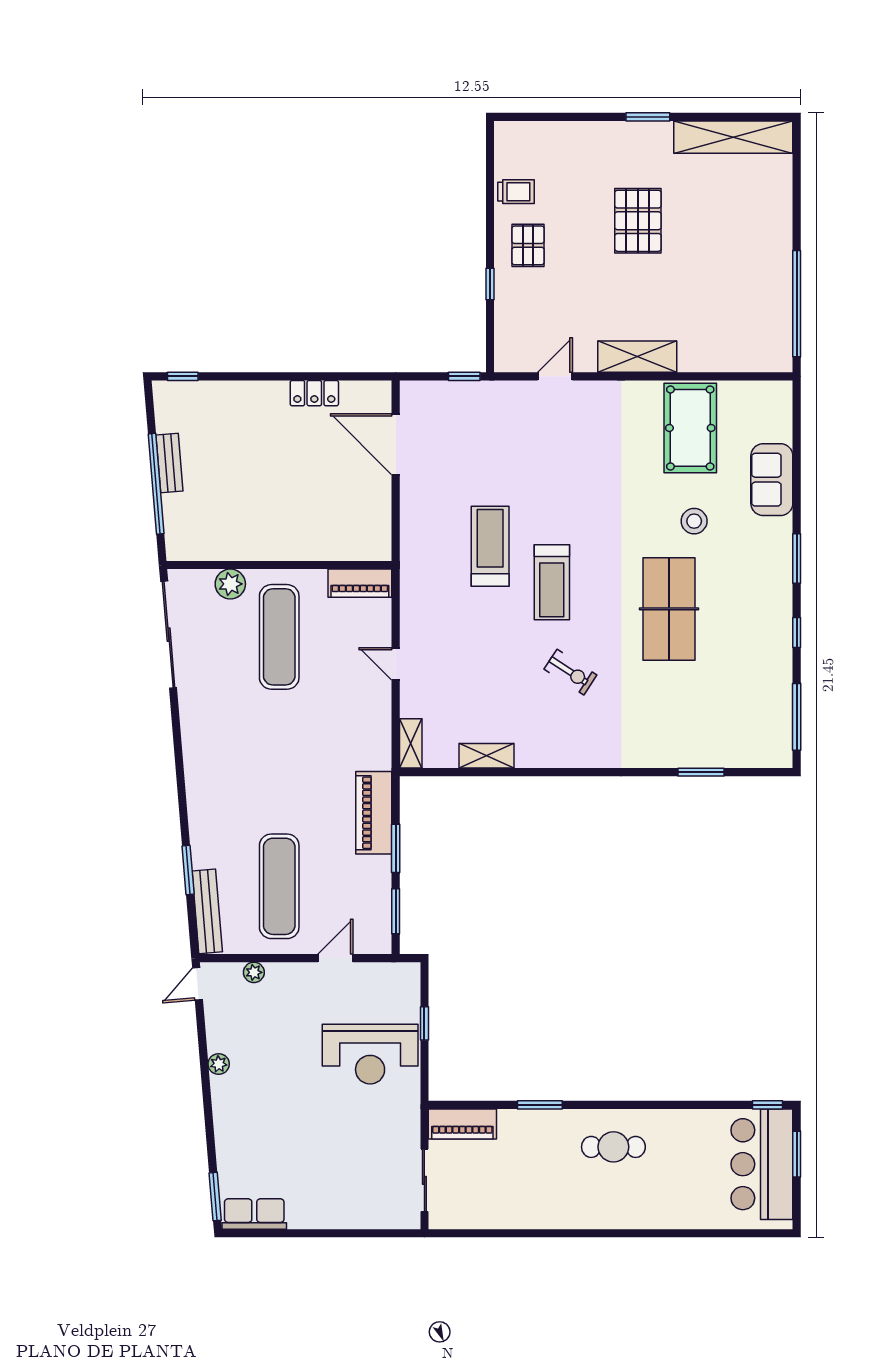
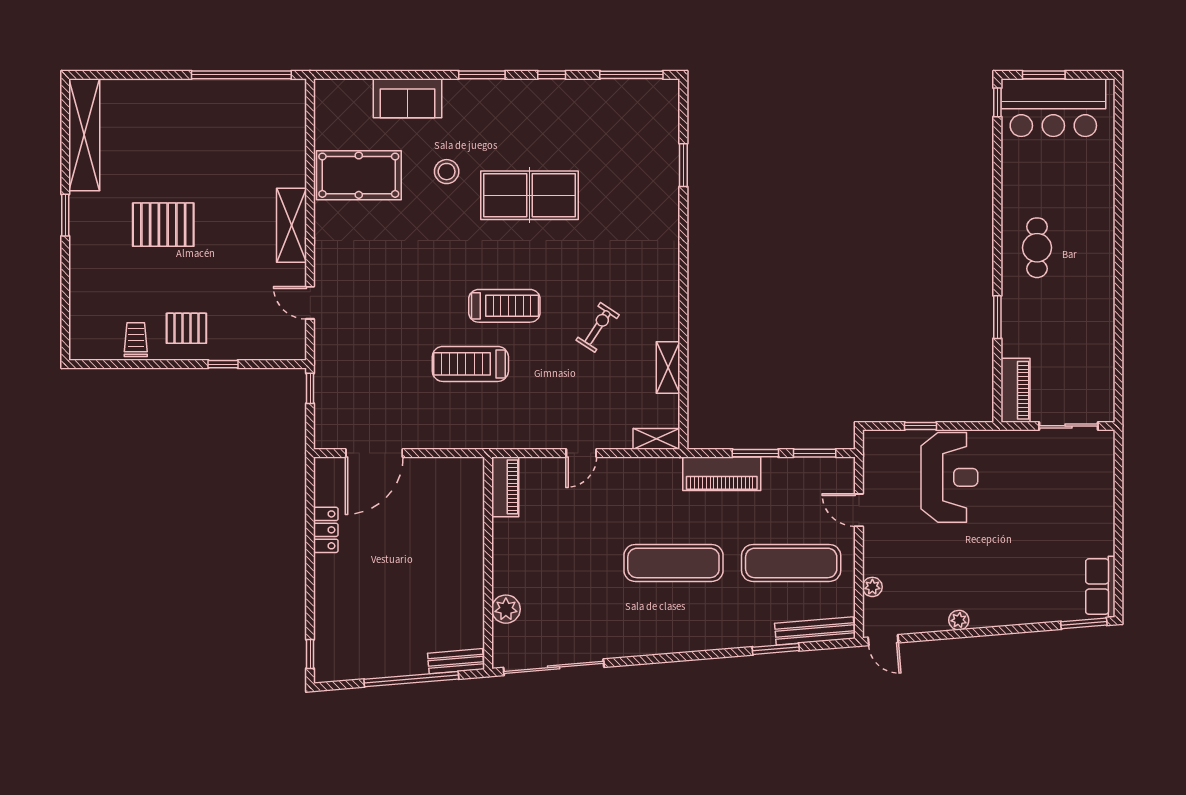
bench: (169, 463) -> (456, 661), moved
exercise mat: (279, 637) -> (673, 563), moved
exercise bike: (570, 672) -> (598, 327), moved

